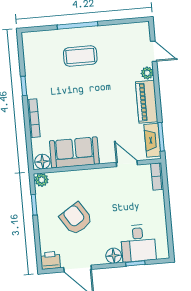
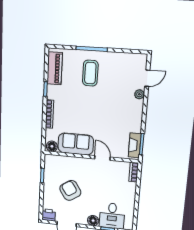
door: (154, 51) -> (147, 78), hinge flipped
coffee table: (80, 56) -> (90, 73), turned 90
piano: (147, 102) -> (55, 68), moved, turned 180
door: (127, 164) -> (102, 158), moved
plant: (42, 180) -> (50, 159), removed

